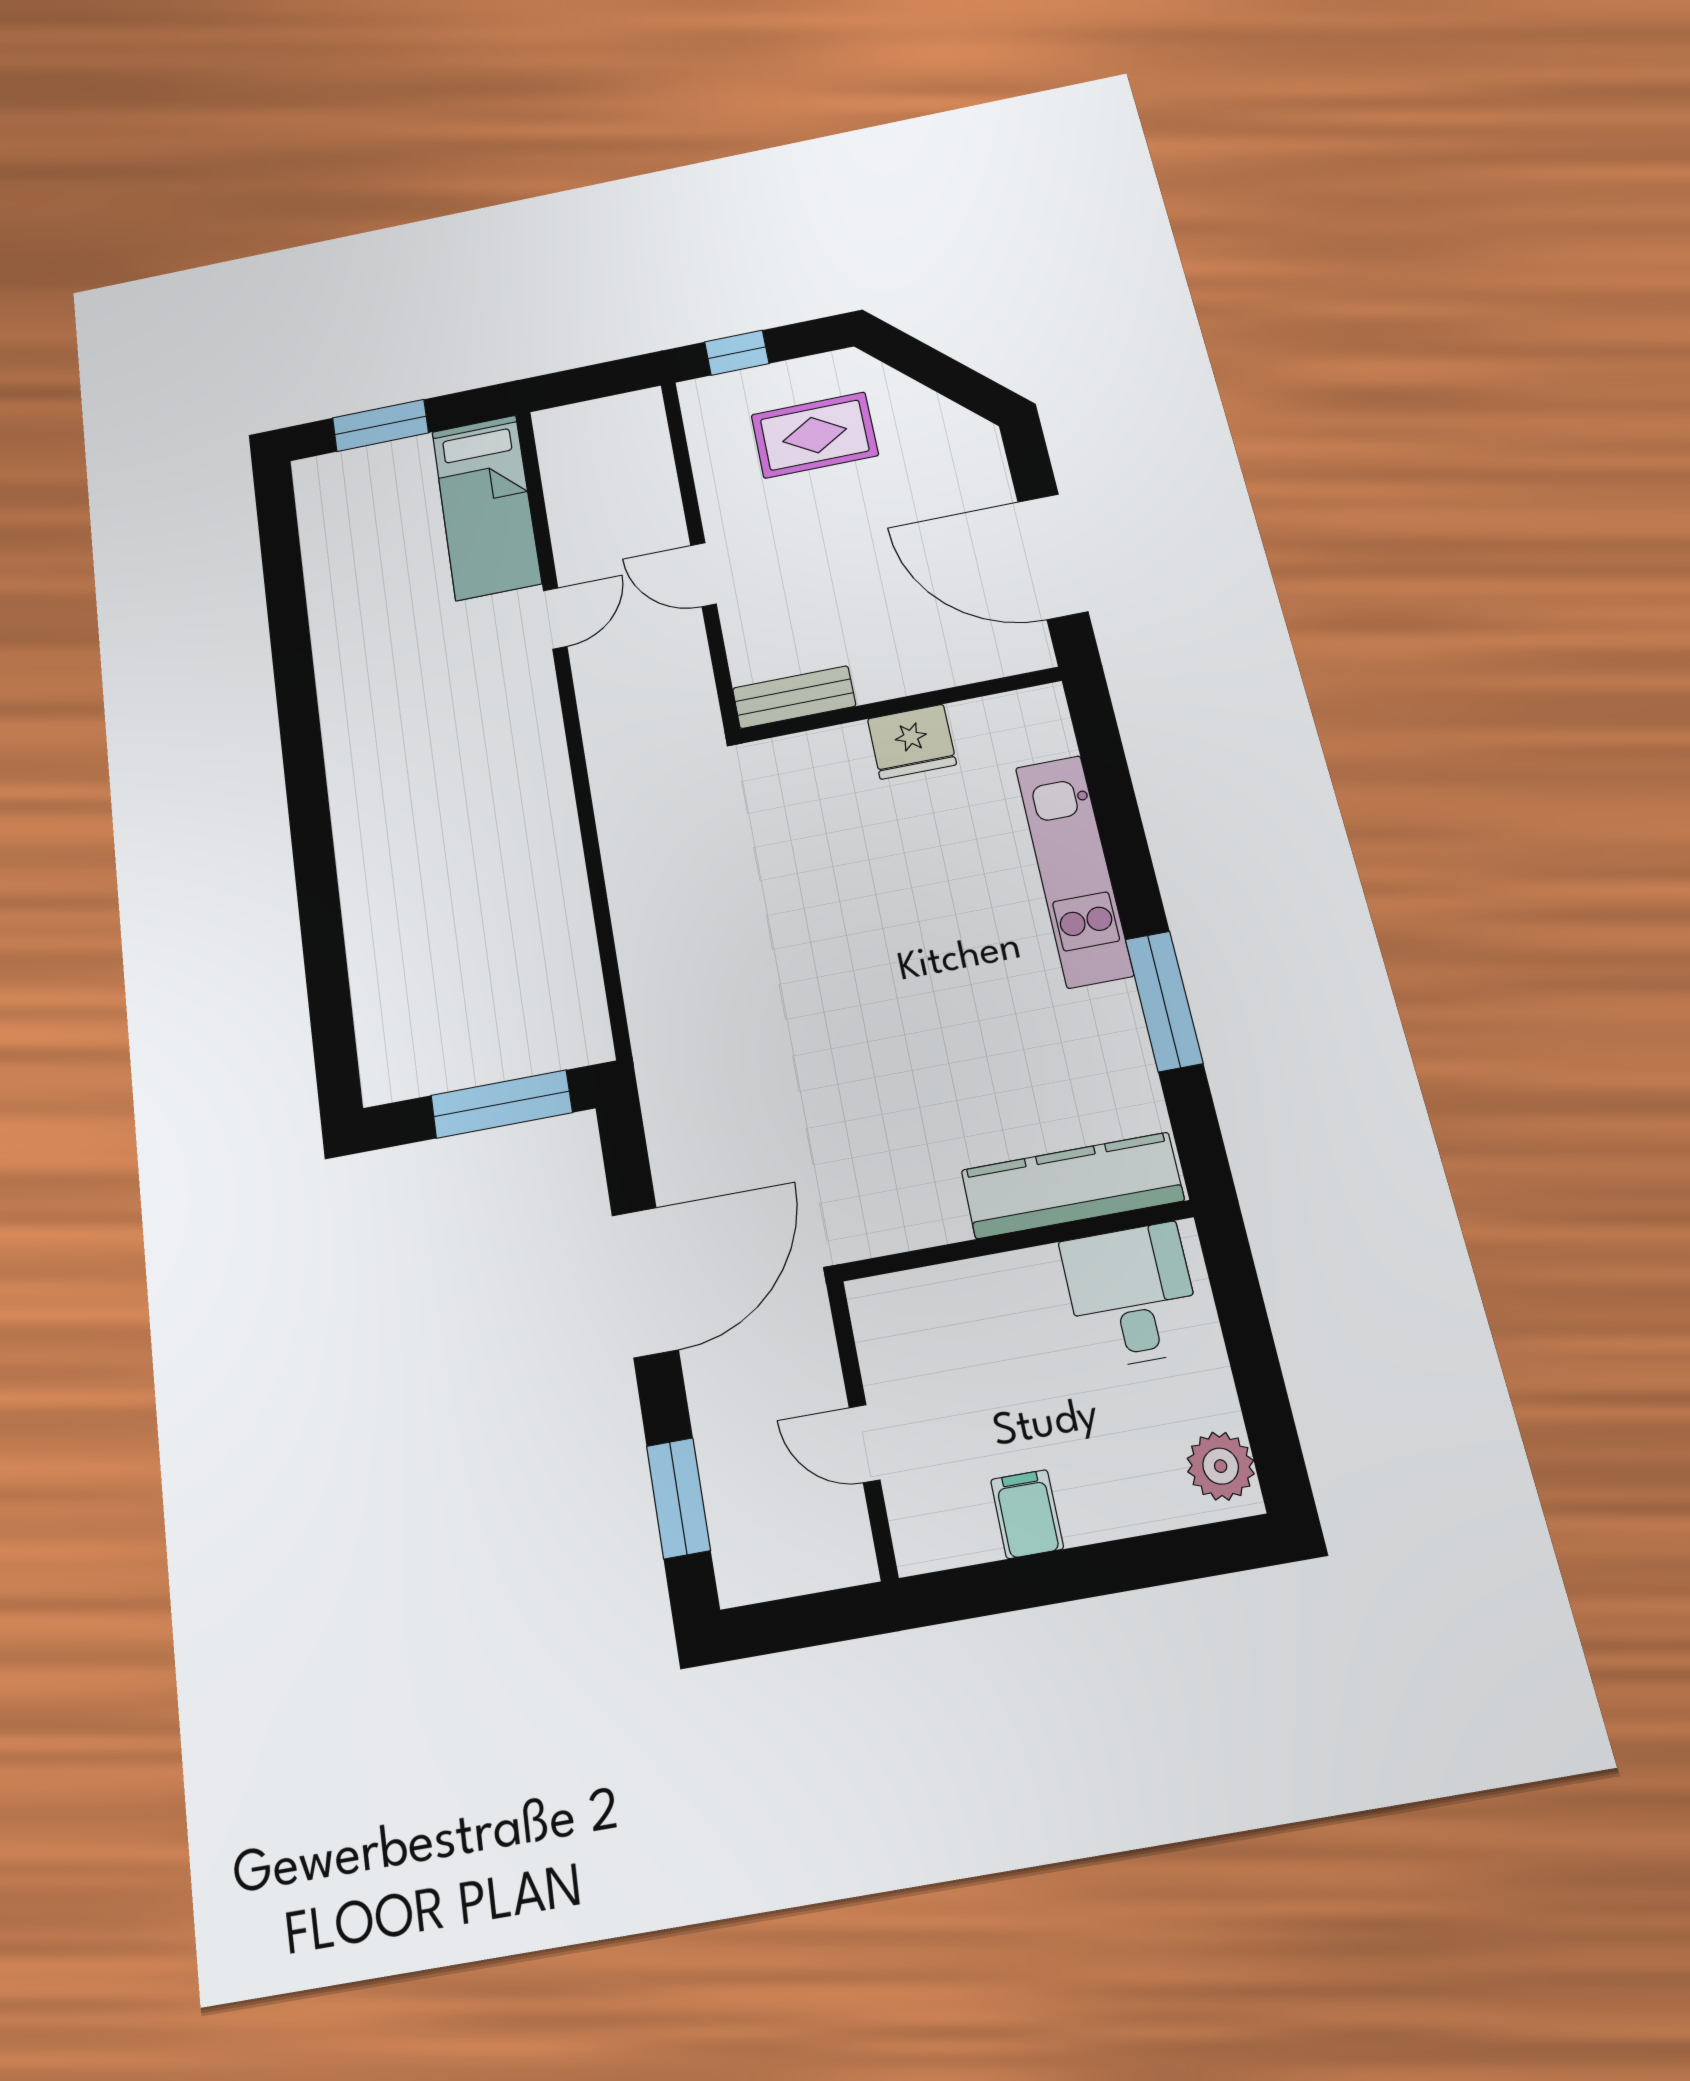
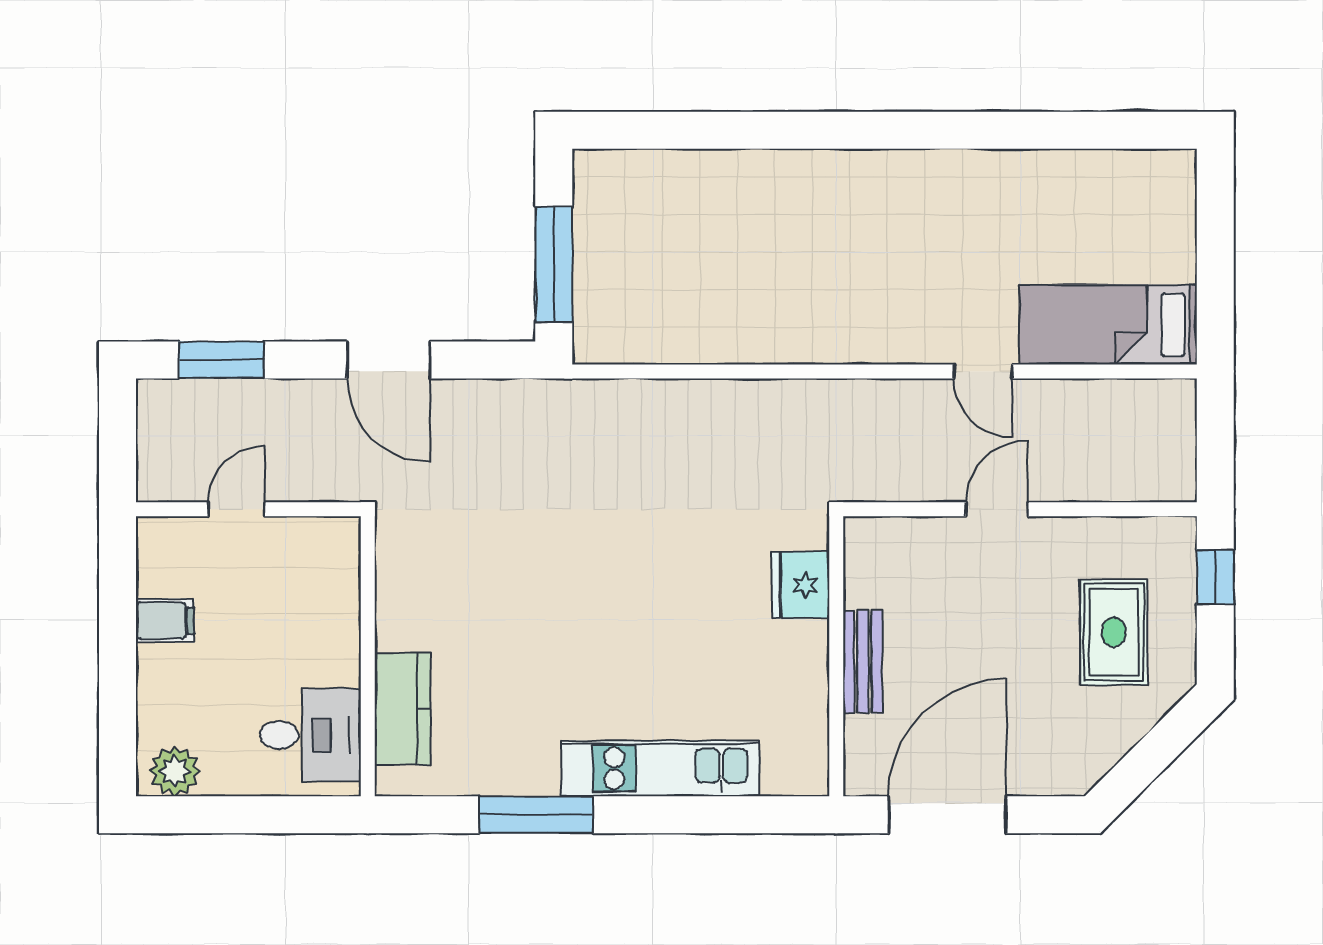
window: (380, 425) -> (1215, 237), removed
bench: (794, 697) -> (863, 662), moved
fridge: (912, 742) -> (801, 585), moved
kitchen counter: (1072, 1185) -> (403, 709), width x0.67
door: (645, 1282) -> (389, 360), width x0.73

